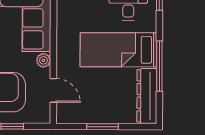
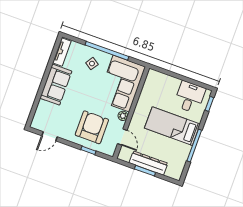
dresser: (147, 96) -> (148, 163), moved, turned 90

